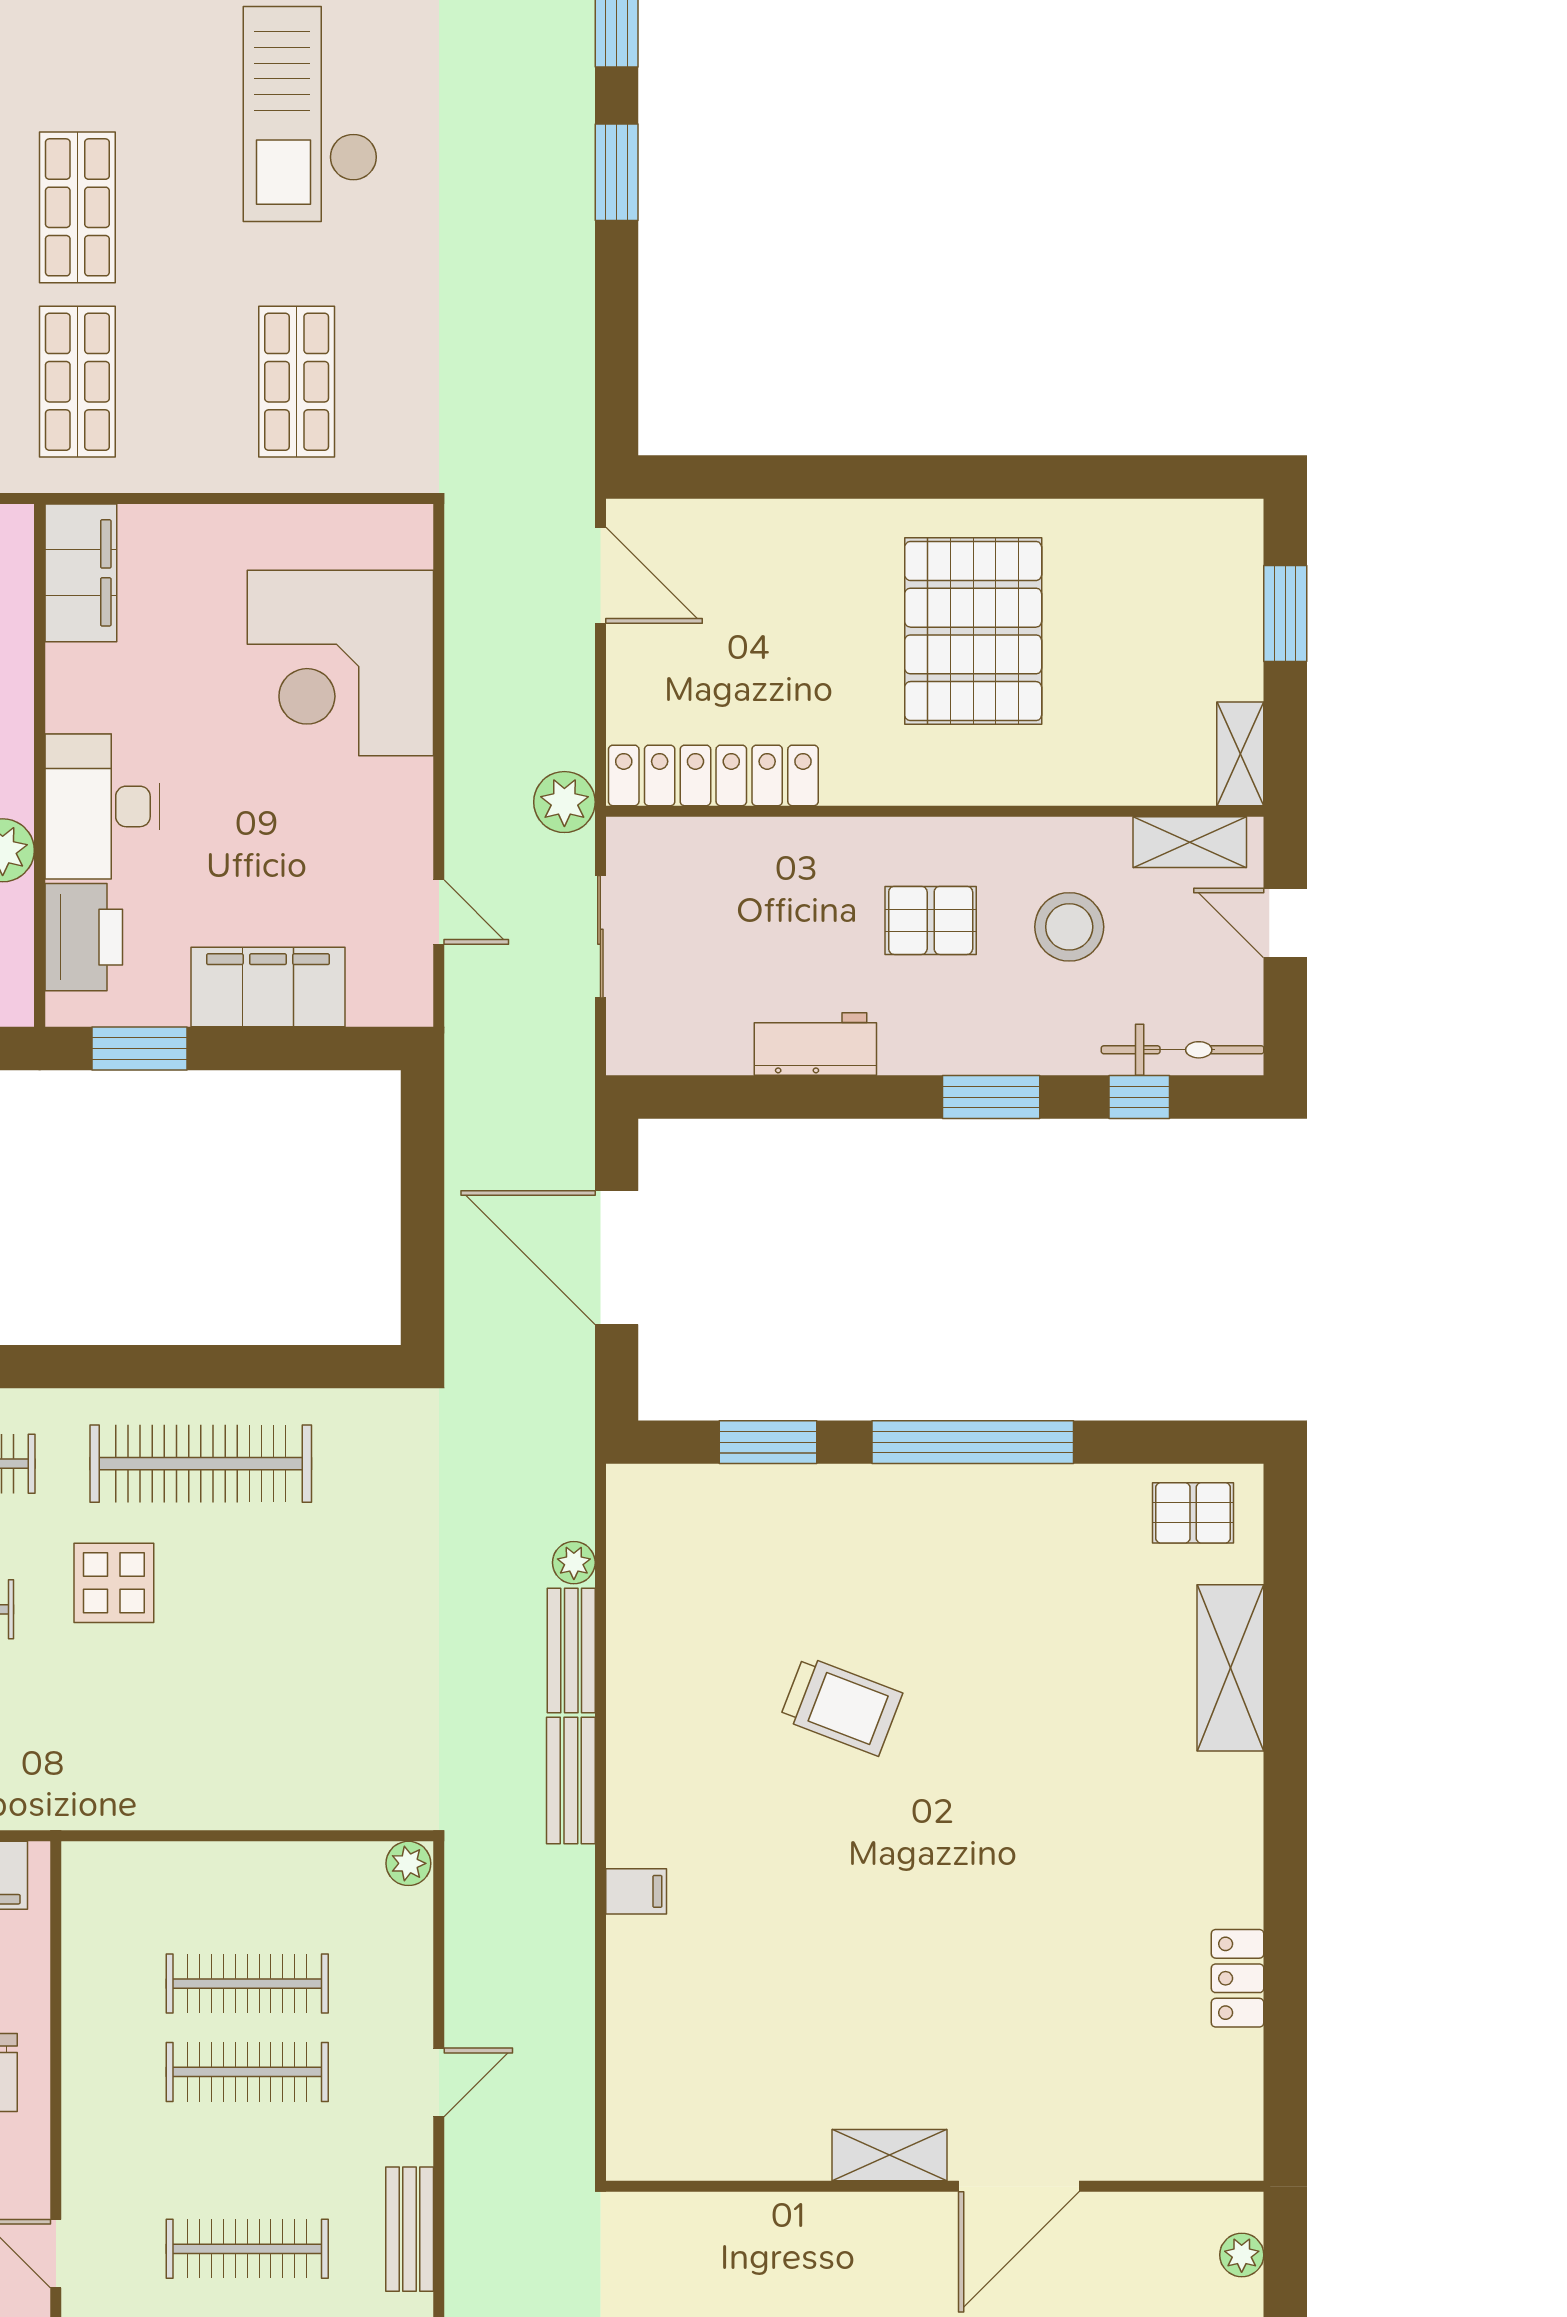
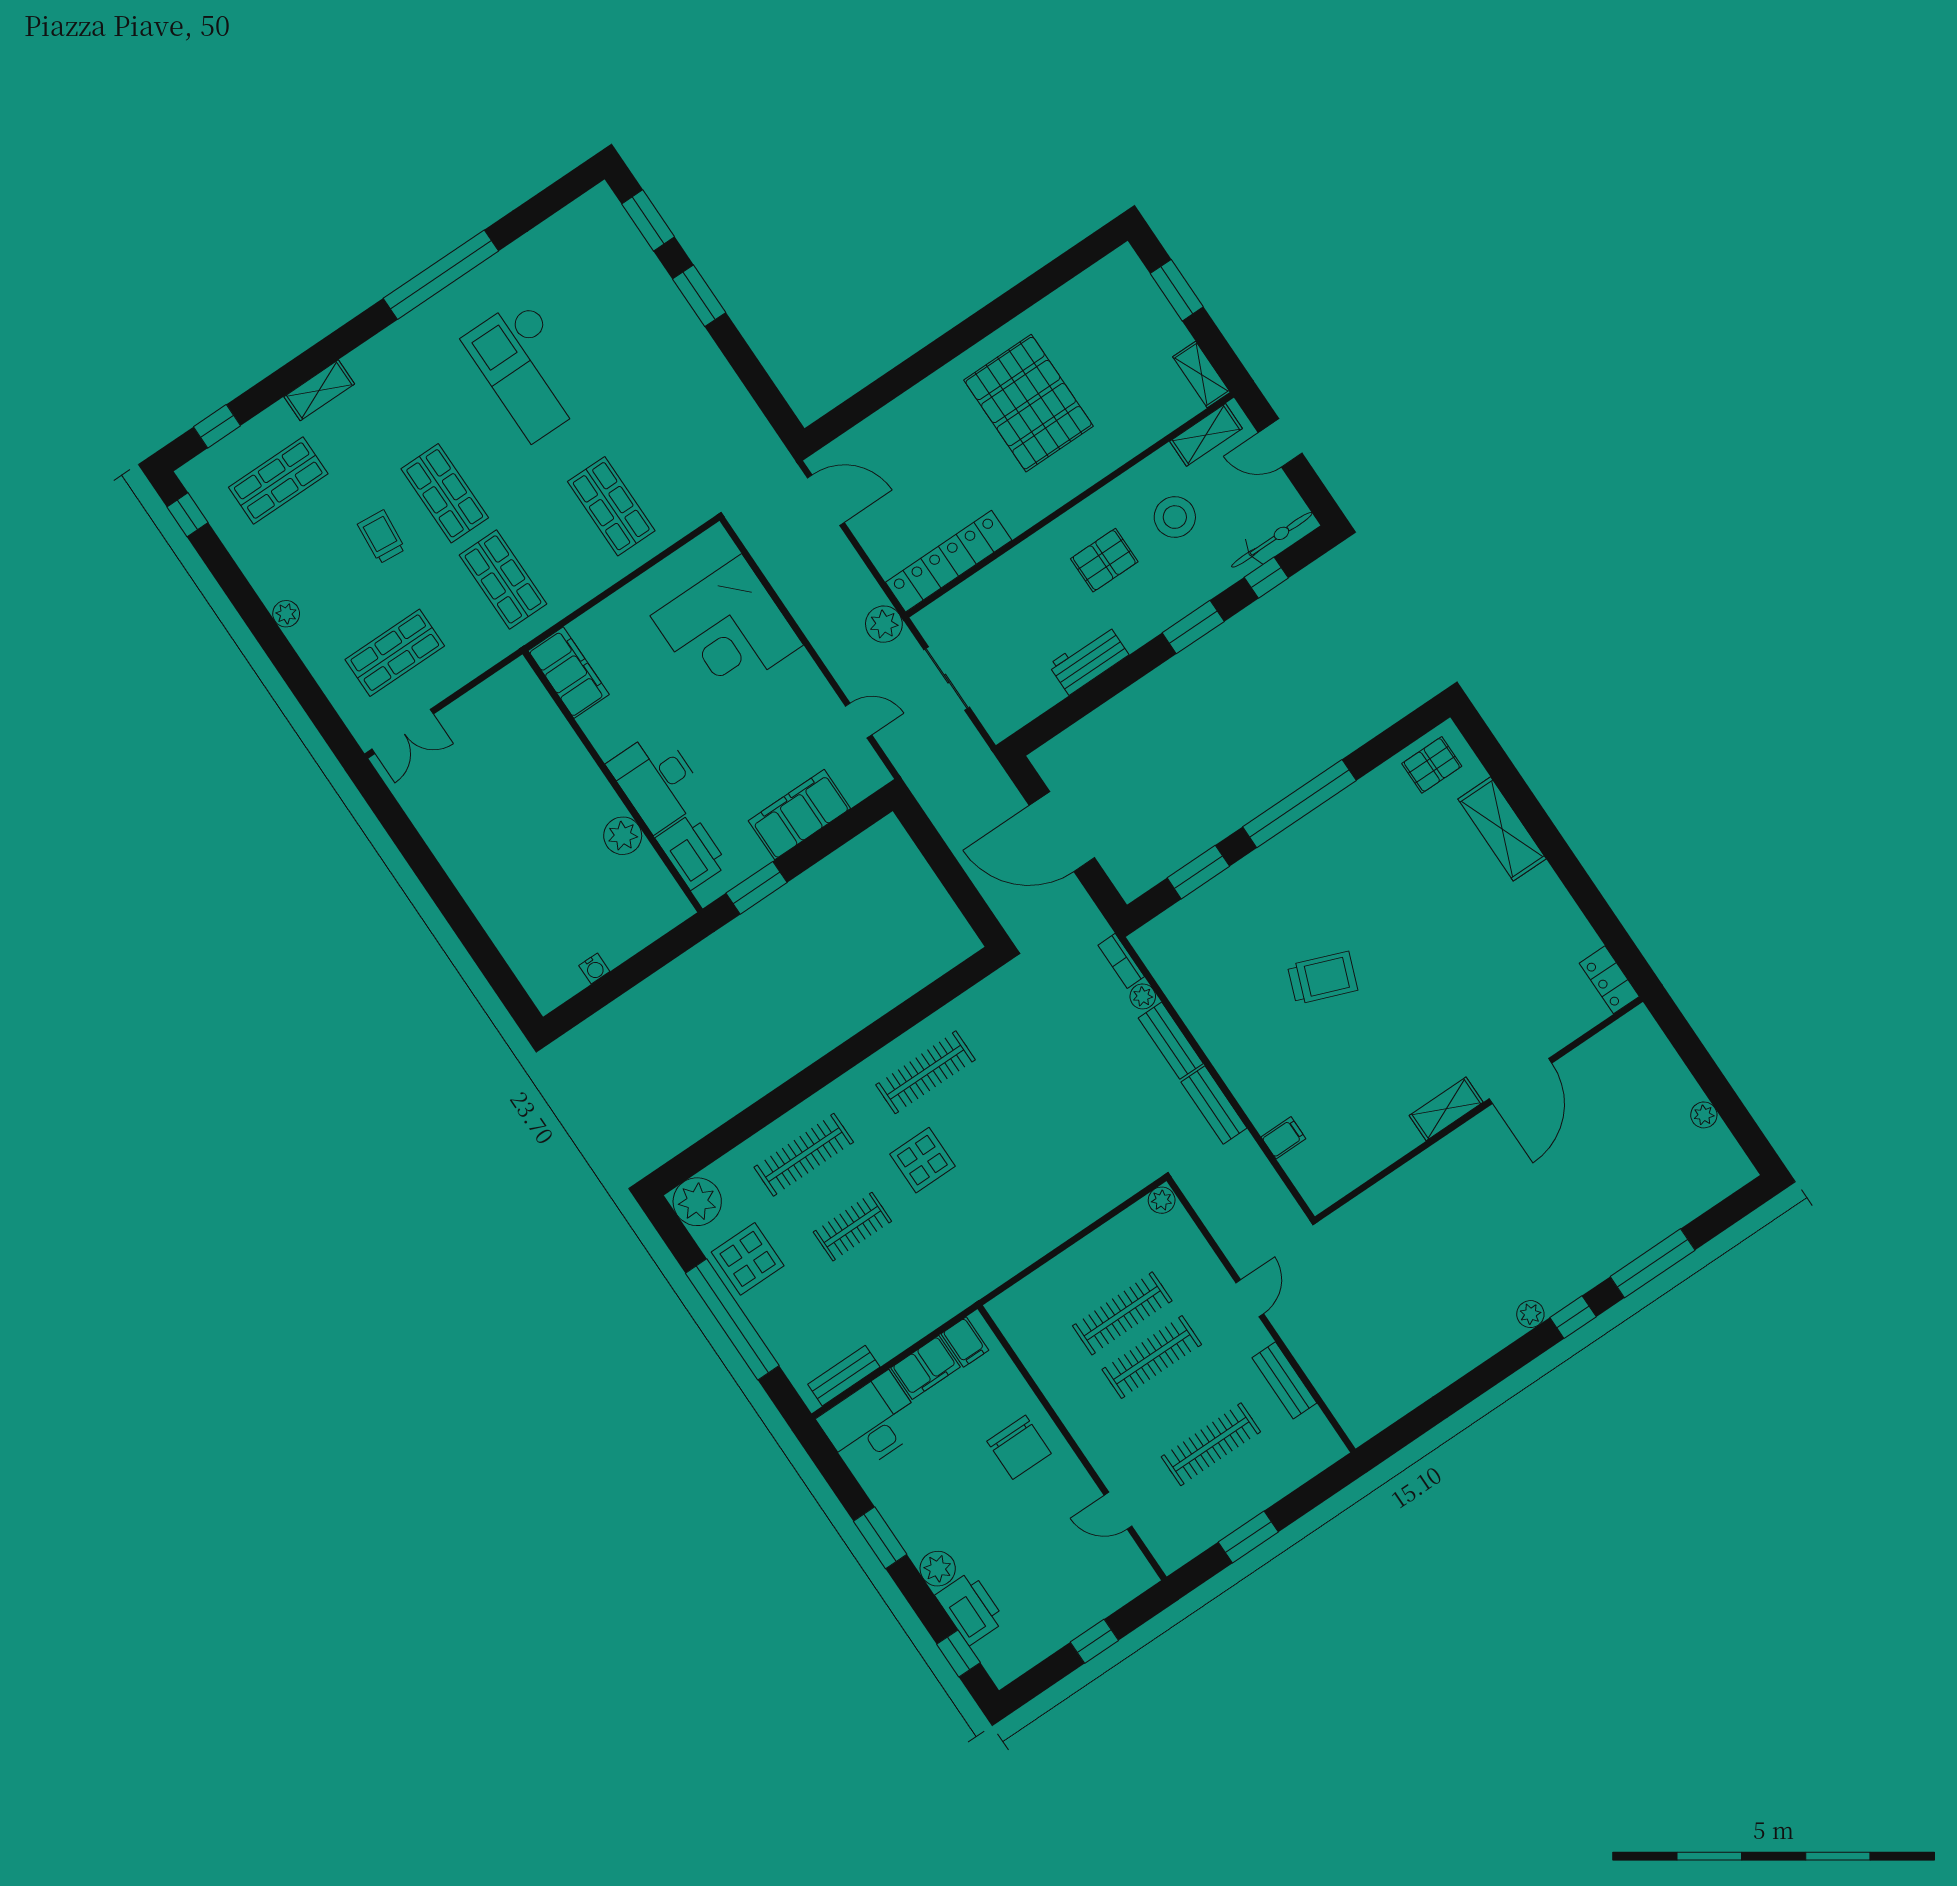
clothes rail: (201, 1464) -> (925, 1072), width x0.73, depth x0.76
bookcase: (577, 1493) -> (1121, 961), added
shelving: (889, 2155) -> (1446, 1109), moved
wall: (935, 2186) -> (1479, 1109), moved
door: (1019, 2186) -> (1520, 1081), moved

